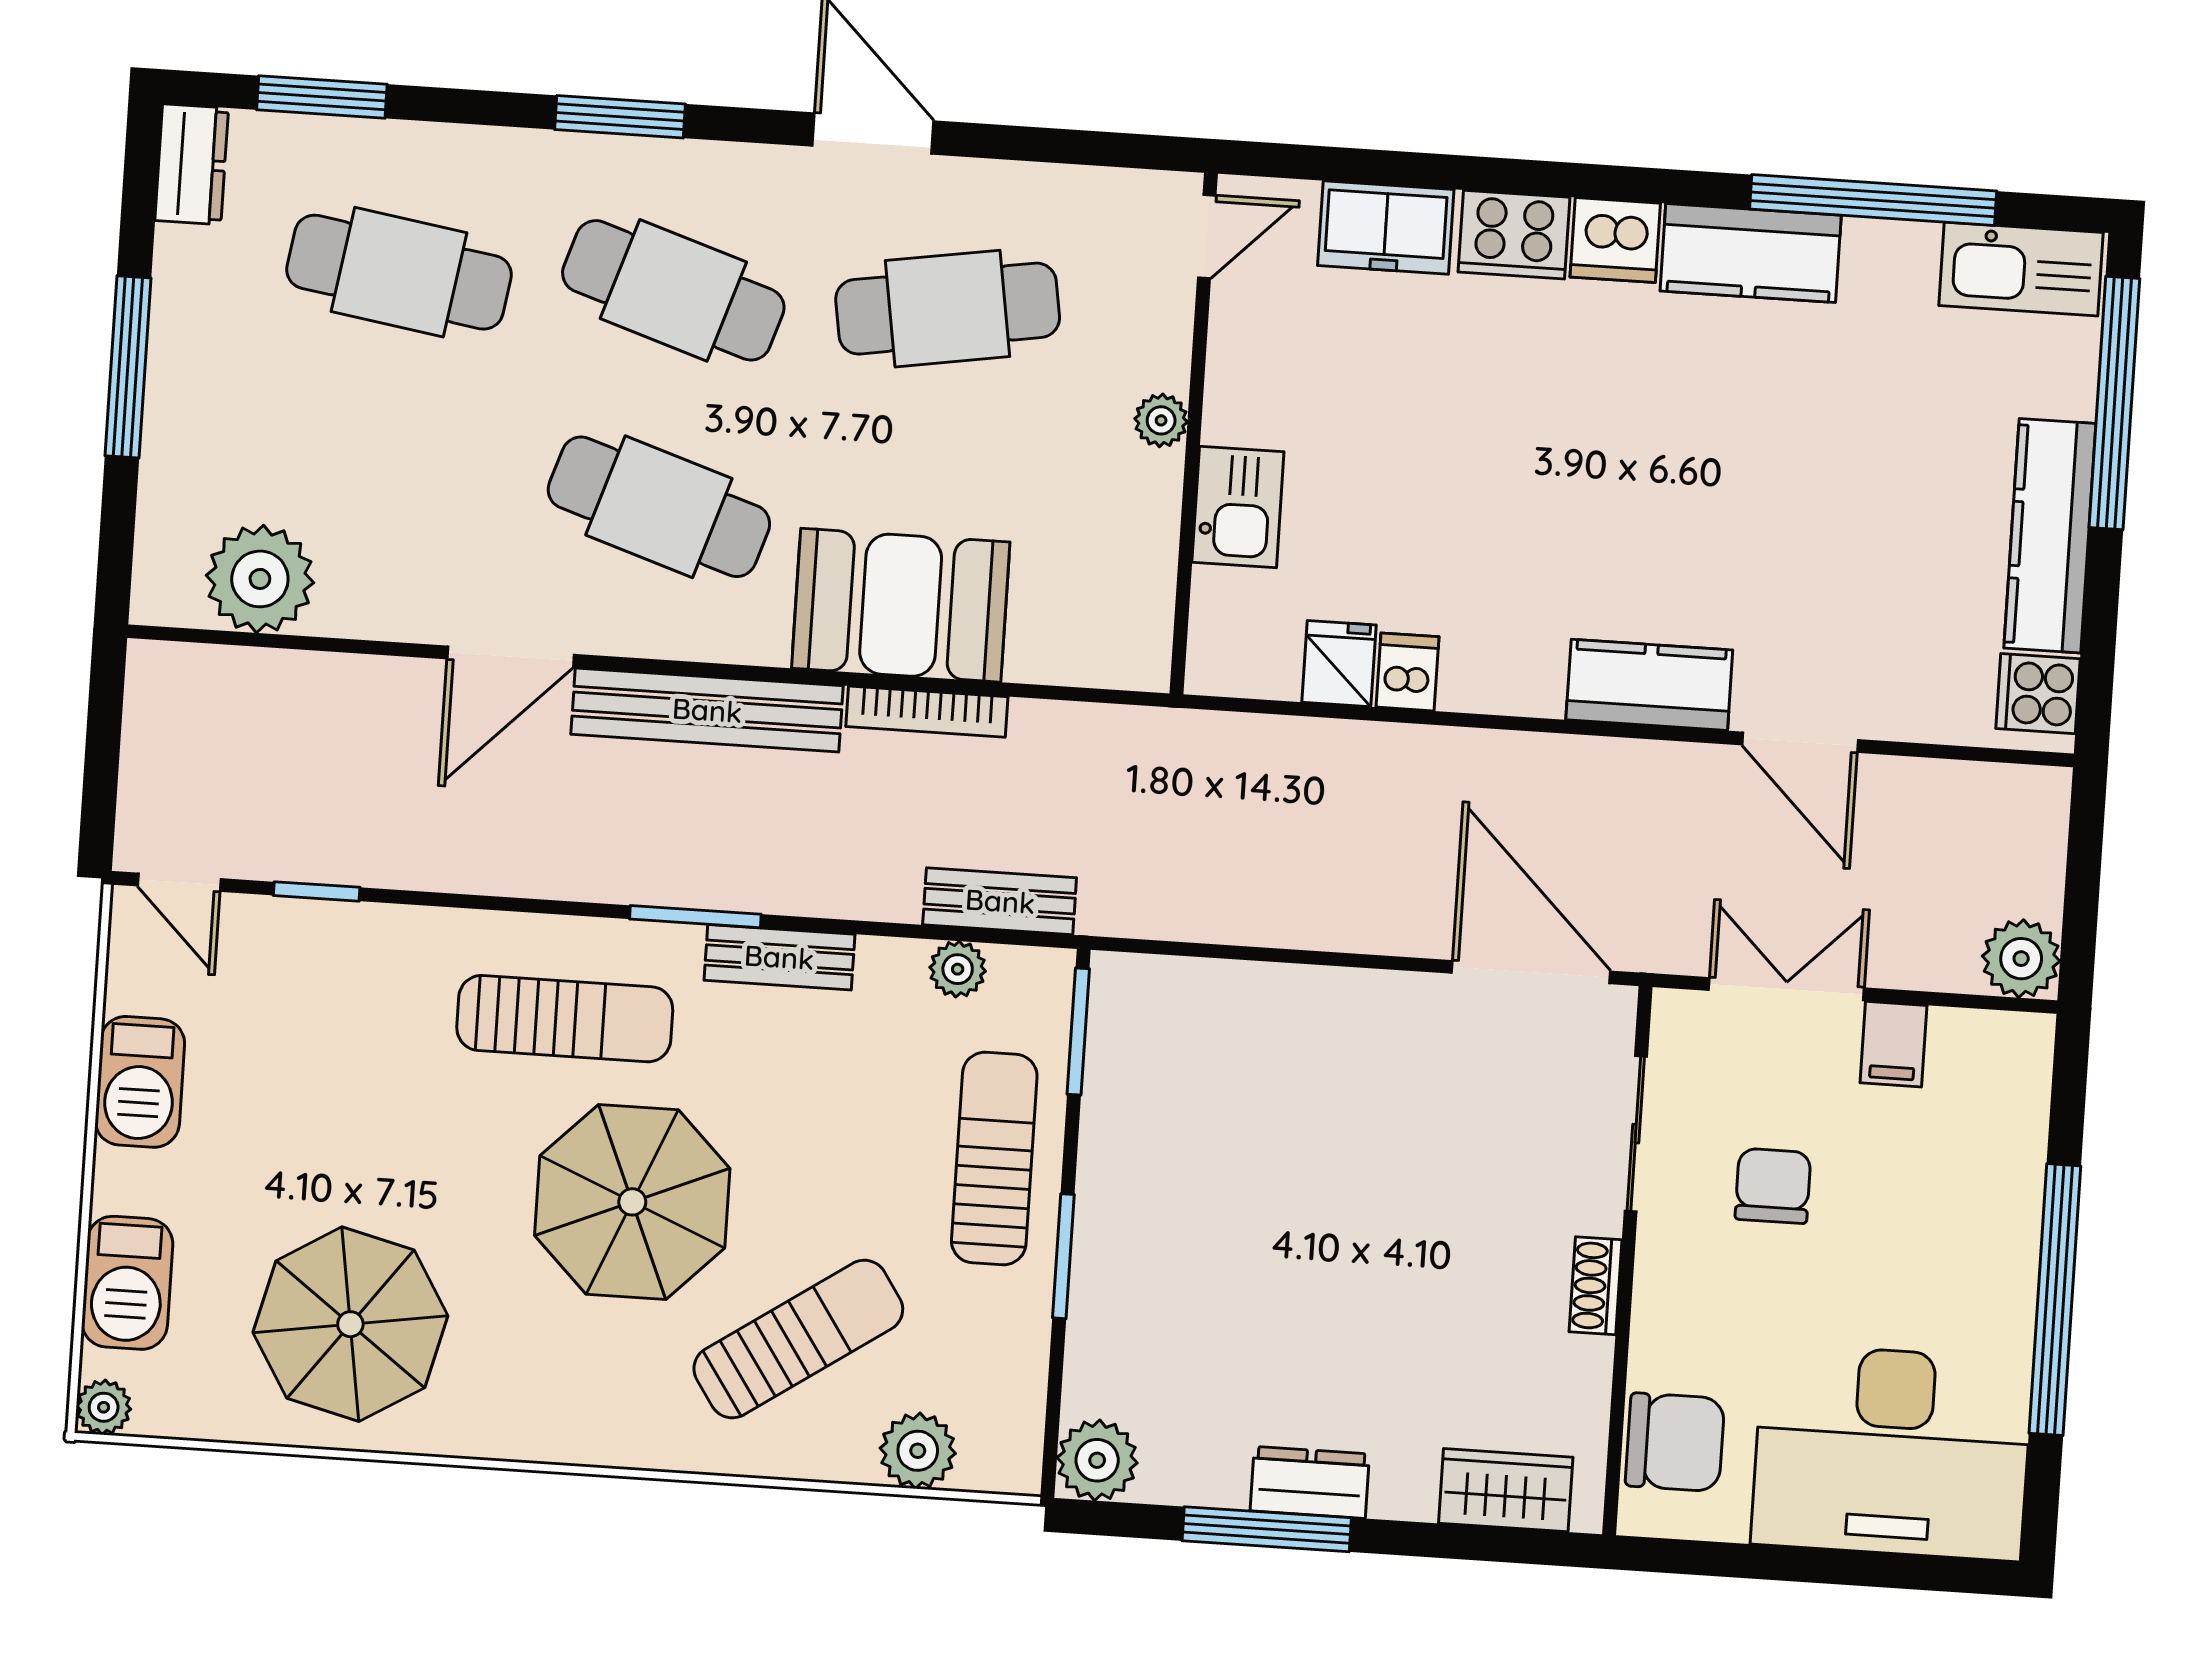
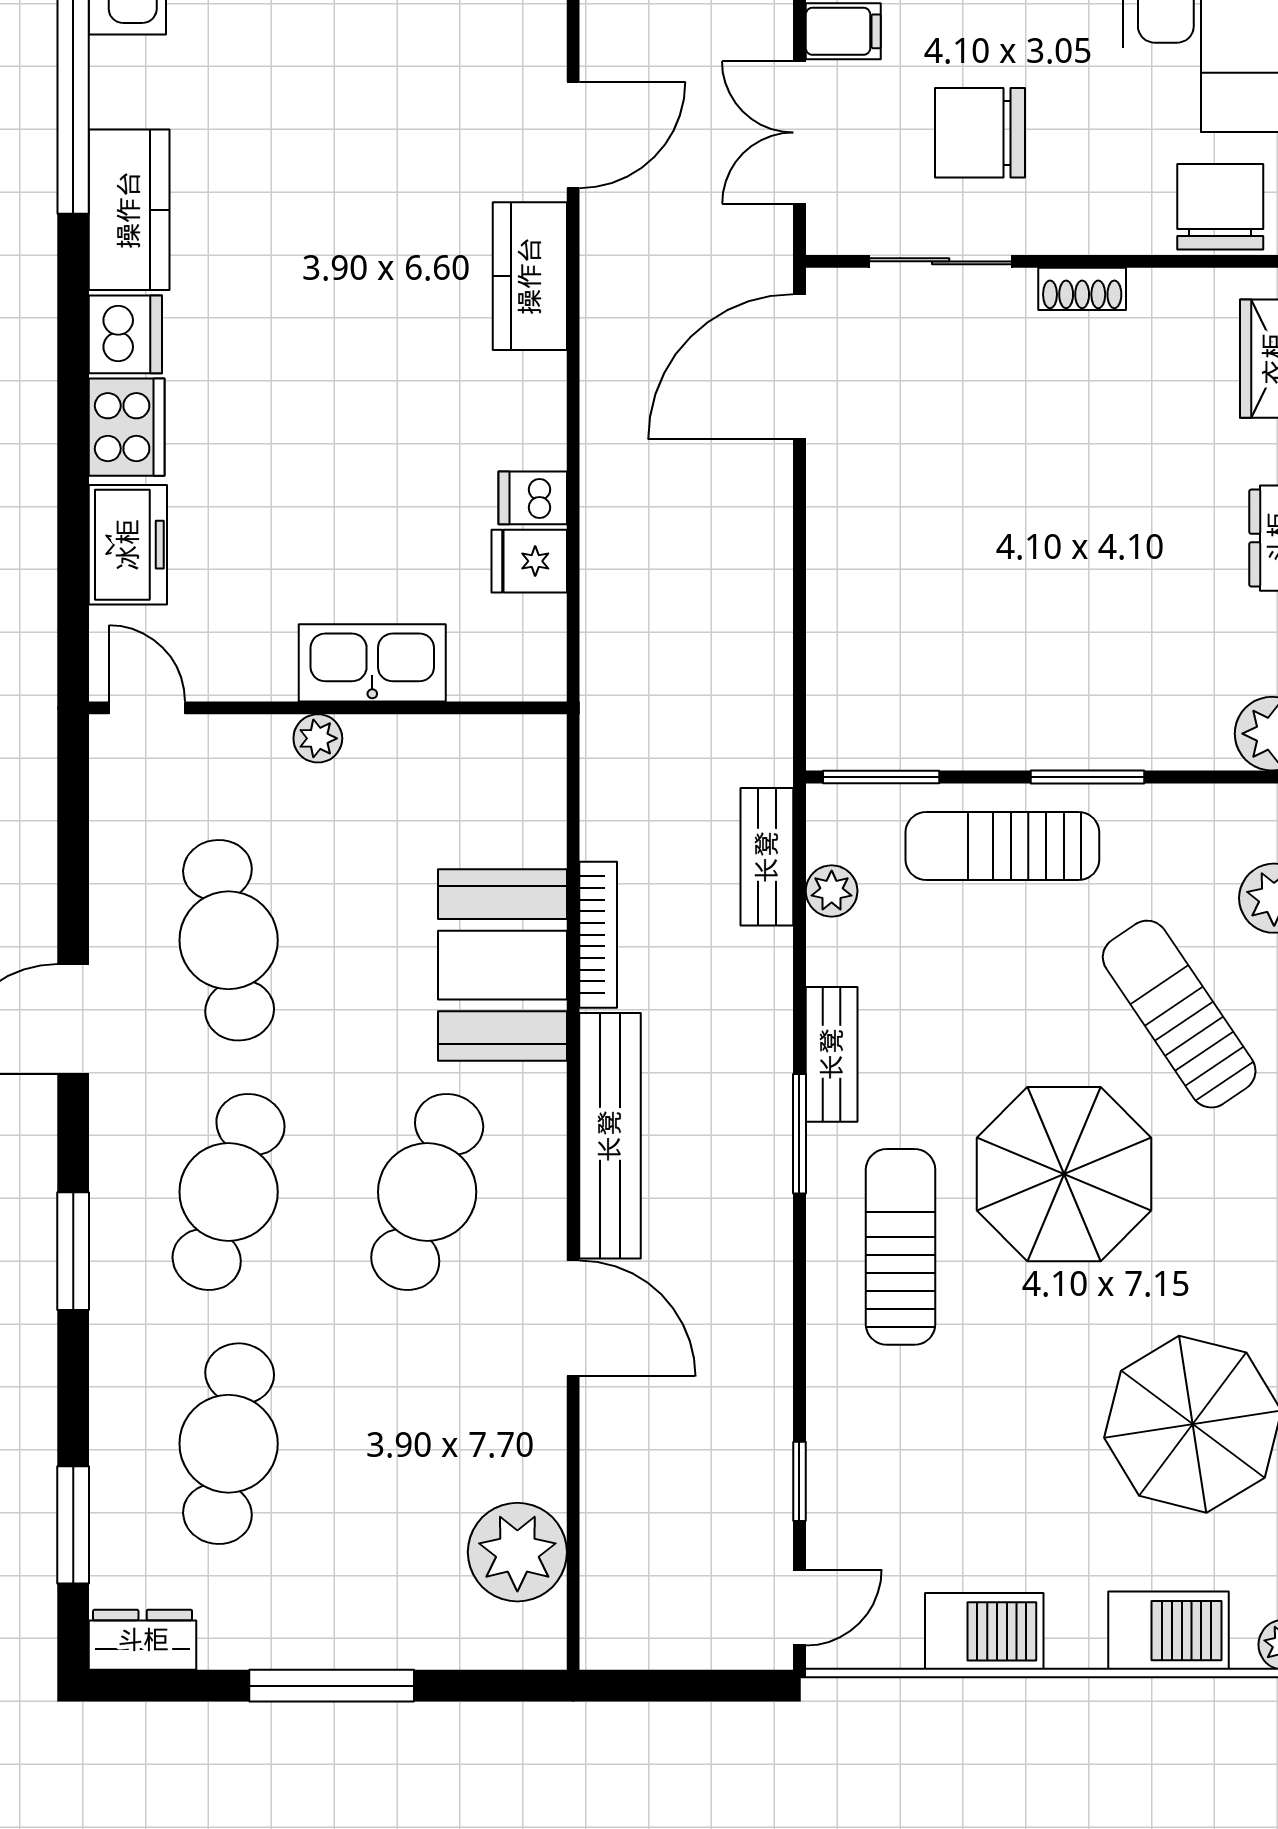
kitchen sink: (1238, 507) -> (372, 663), width x1.38
chair: (1773, 1186) -> (980, 133), width x1.37, depth x1.37

